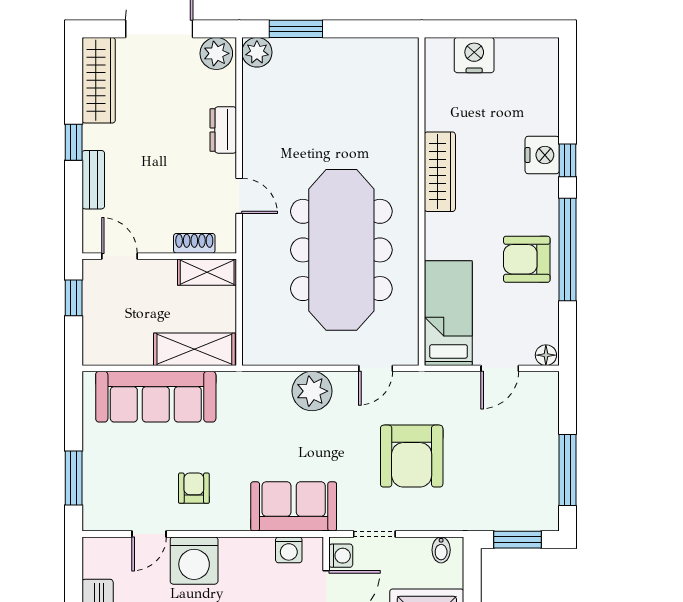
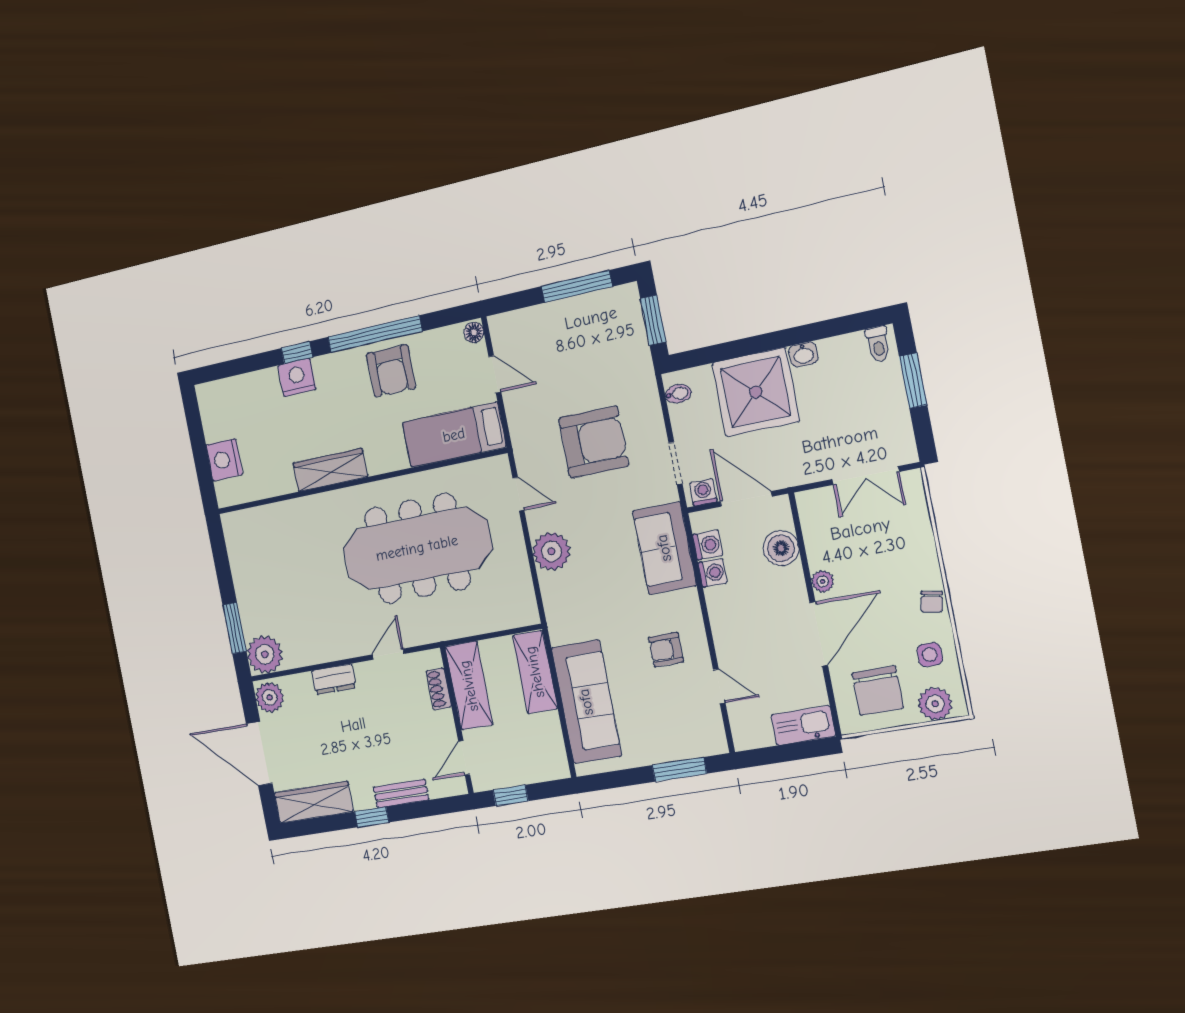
plant: (257, 52) -> (265, 654), width x1.36, depth x1.36
shelving: (207, 272) -> (469, 686), width x1.50, depth x1.33
washing machine: (194, 561) -> (713, 573), moved, width x0.53, depth x0.53

